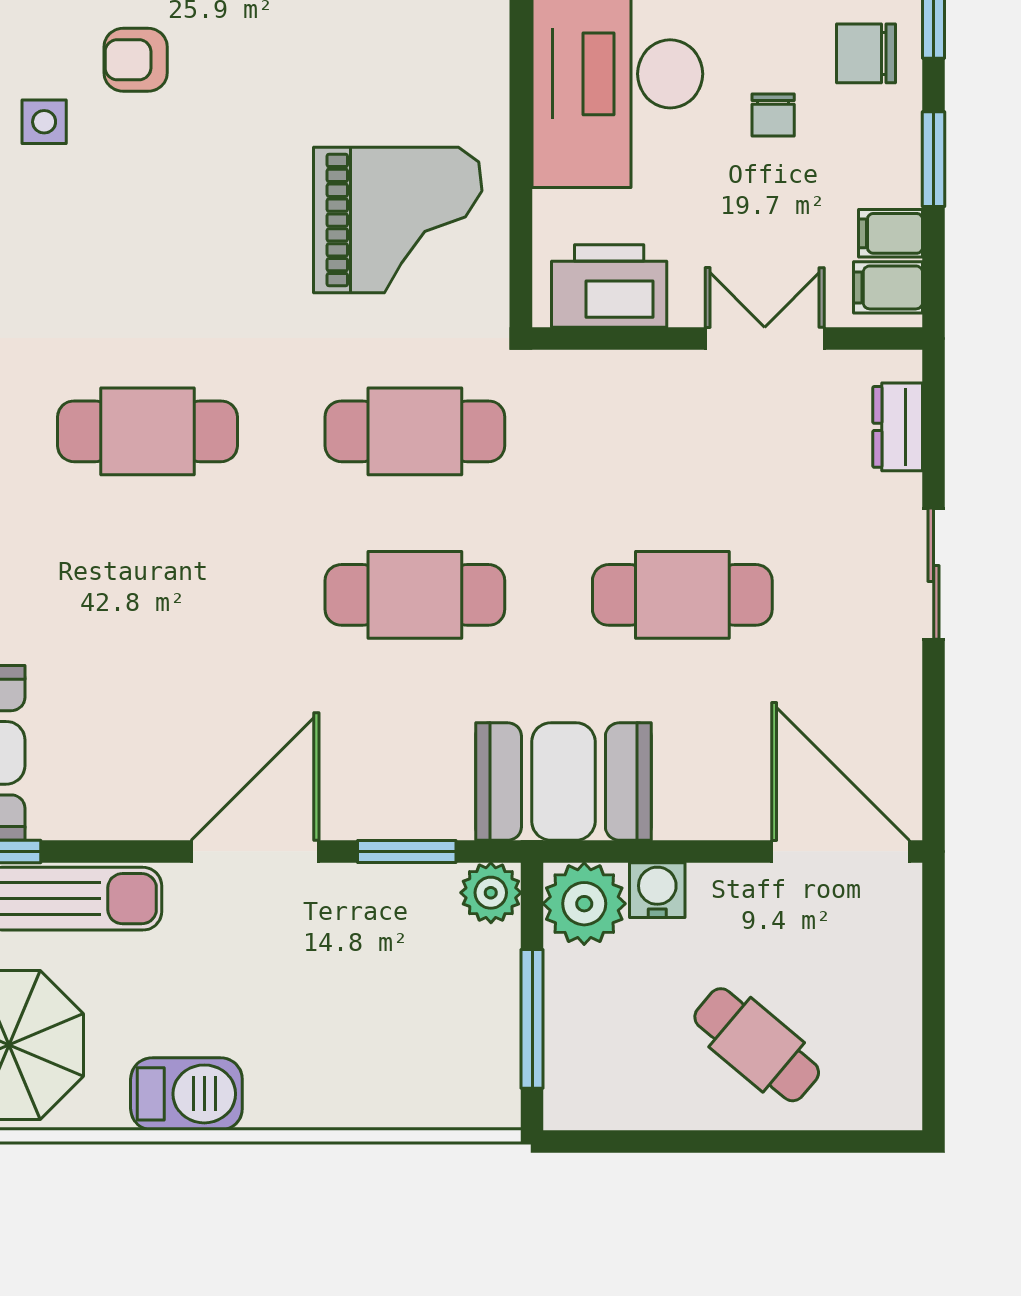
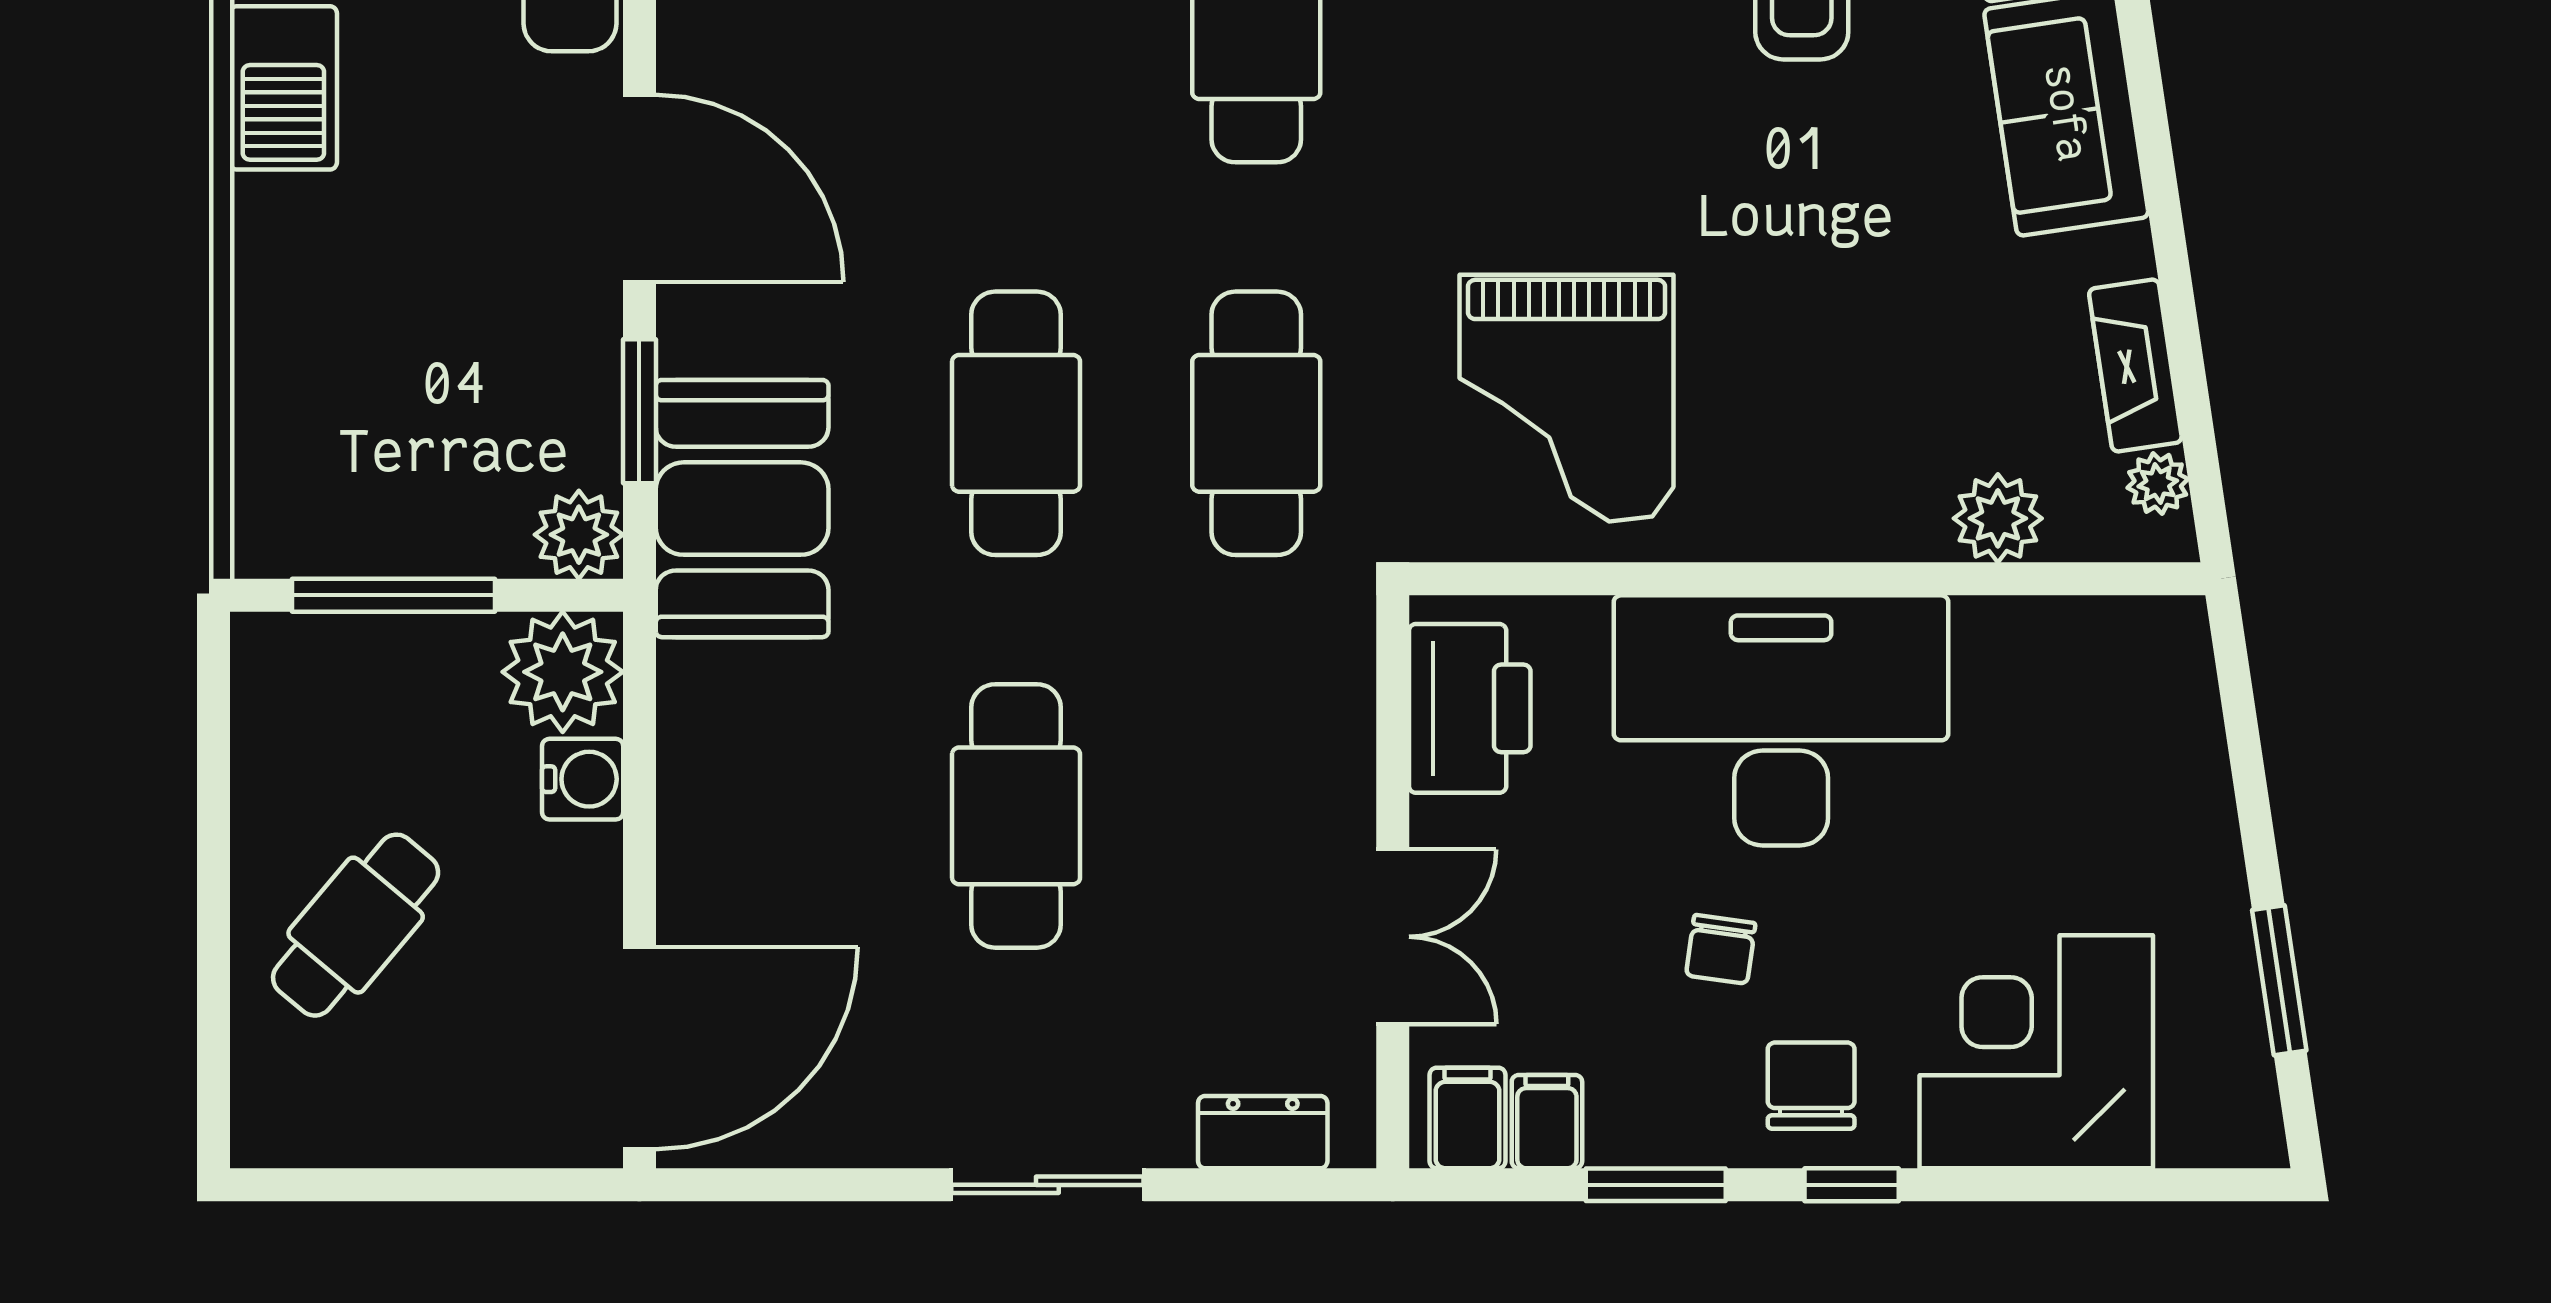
chair: (773, 115) -> (1721, 949), turned -82
booth: (563, 781) -> (742, 509), moved

